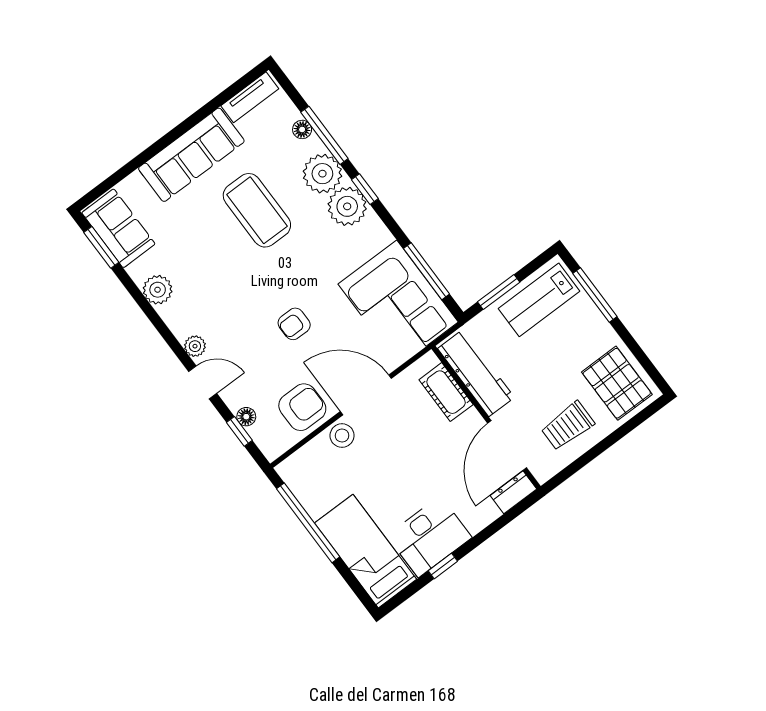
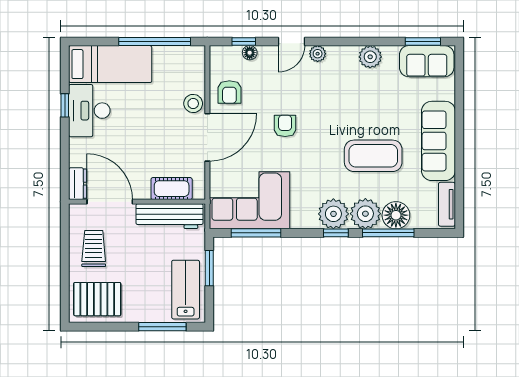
floor lamp: (302, 129) -> (396, 215), width x1.89, depth x1.89
armchair: (302, 407) -> (229, 92), width x0.72, depth x0.72

